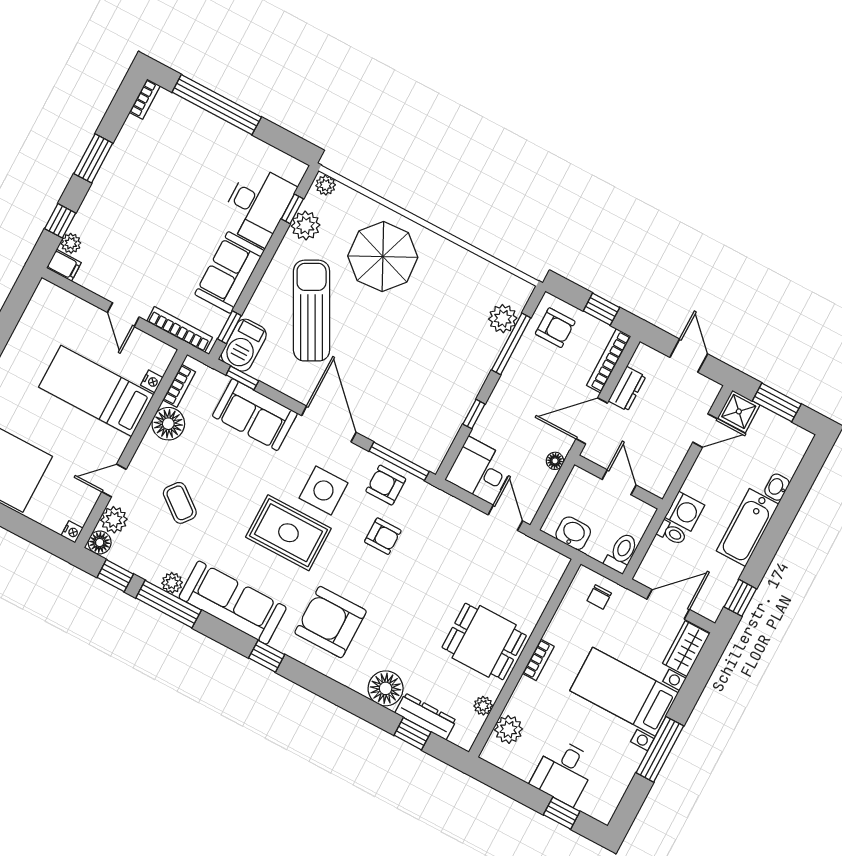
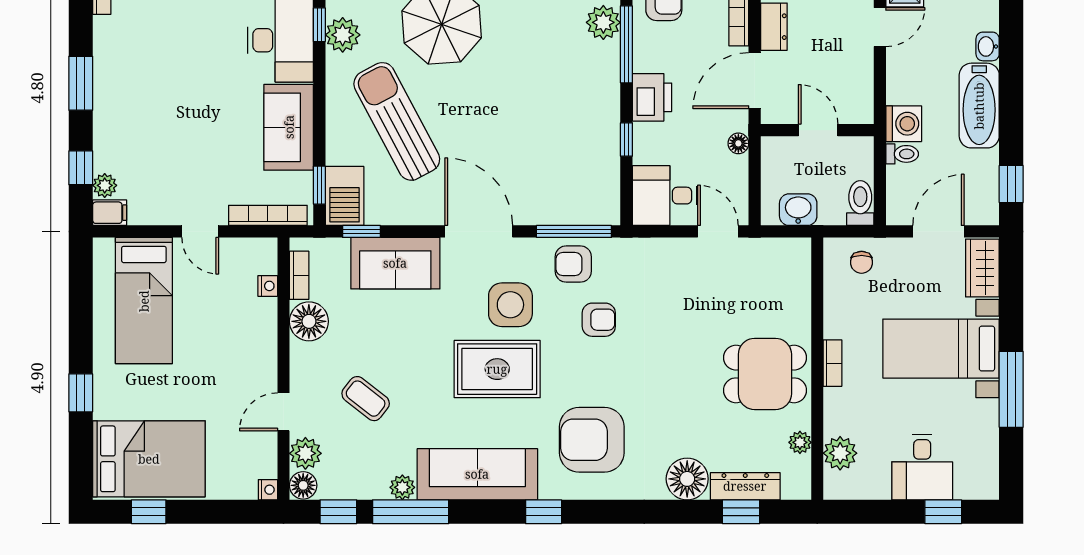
bed: (96, 391) -> (144, 301), moved, turned -90
printer: (509, 393) -> (652, 97), added

